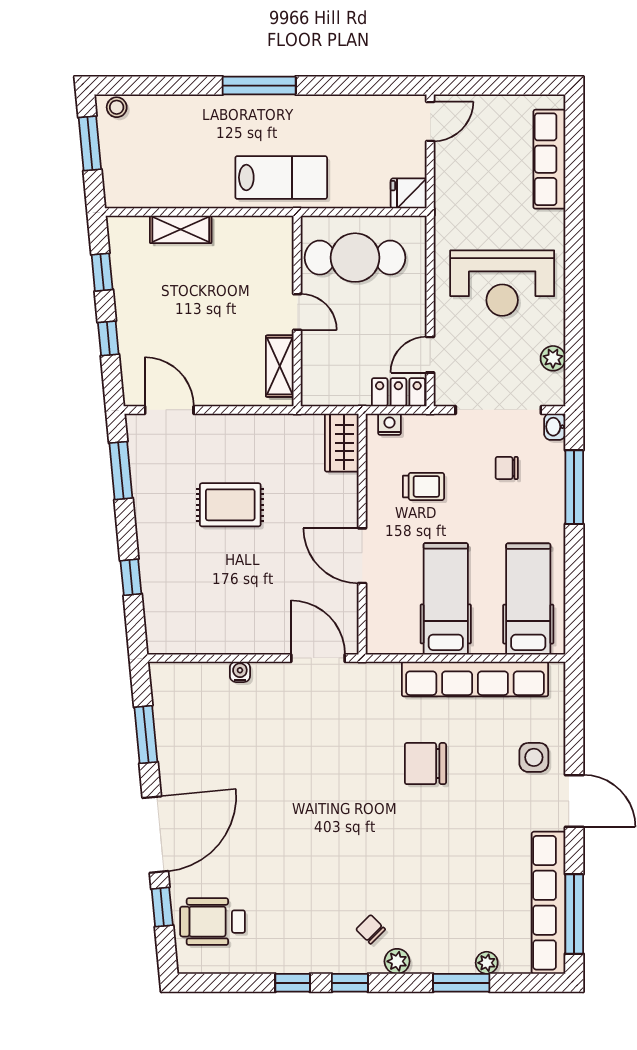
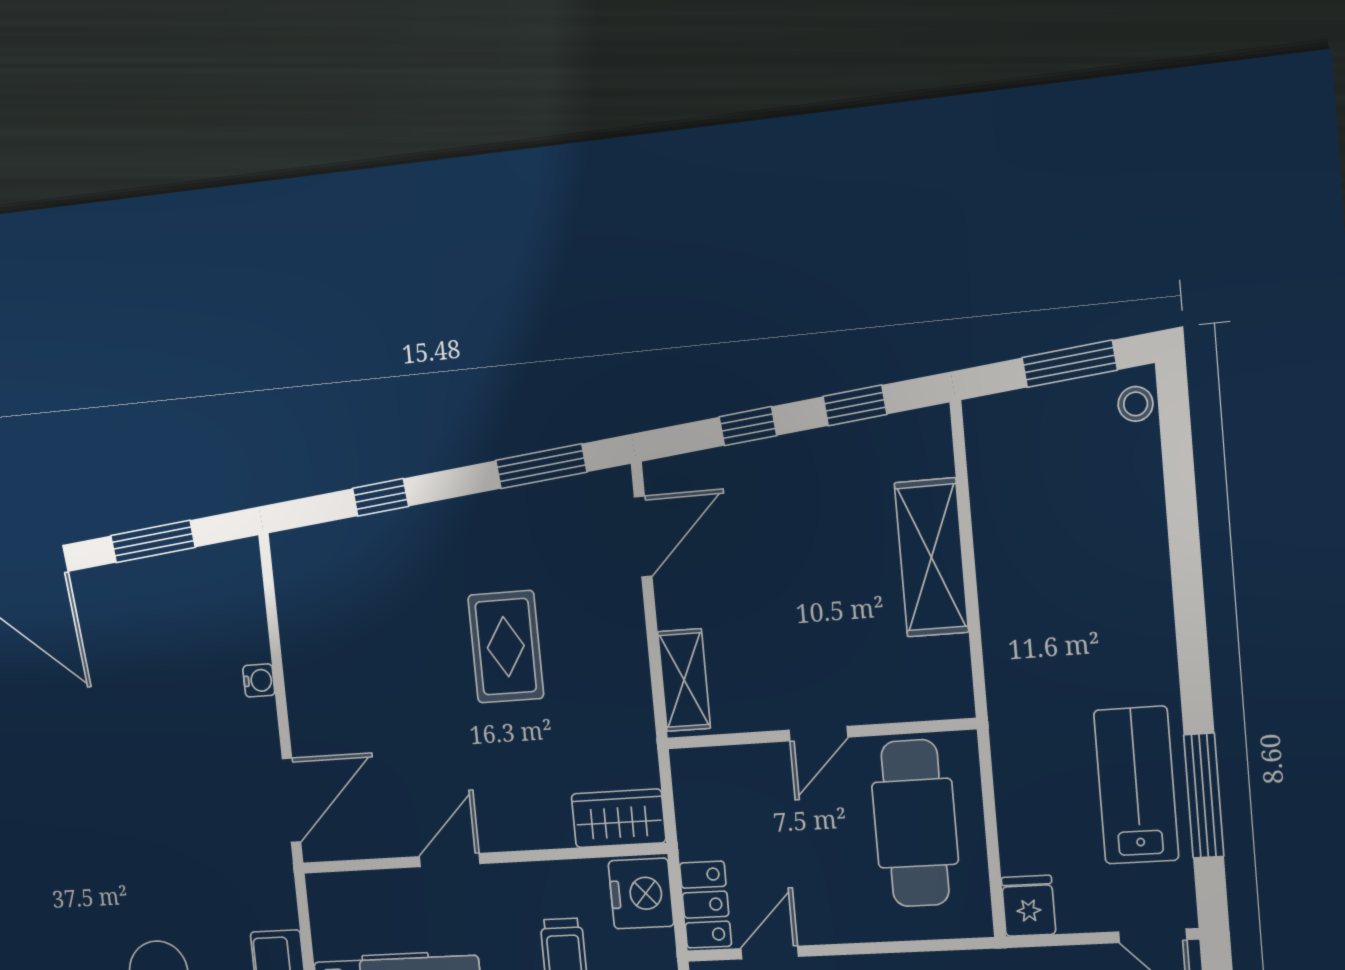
window: (259, 86) -> (1204, 796), moved
lab bench: (281, 177) -> (1136, 785), moved, turned 180
shelving: (181, 229) -> (931, 557), width x1.50, depth x1.33
door: (430, 355) -> (770, 953), hinge flipped
shelving: (280, 366) -> (684, 680), moved, turned 90
nightstand: (389, 424) -> (641, 894), width x1.89, depth x1.79
door: (362, 556) -> (450, 860), width x0.73

